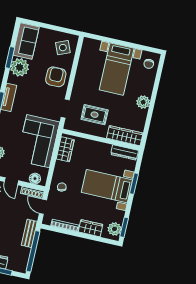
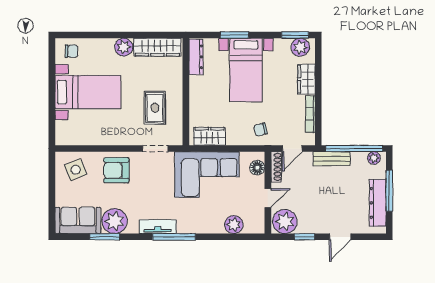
wardrobe: (125, 136) -> (157, 47), moved, turned -90
plant: (23, 264) -> (374, 158), added

